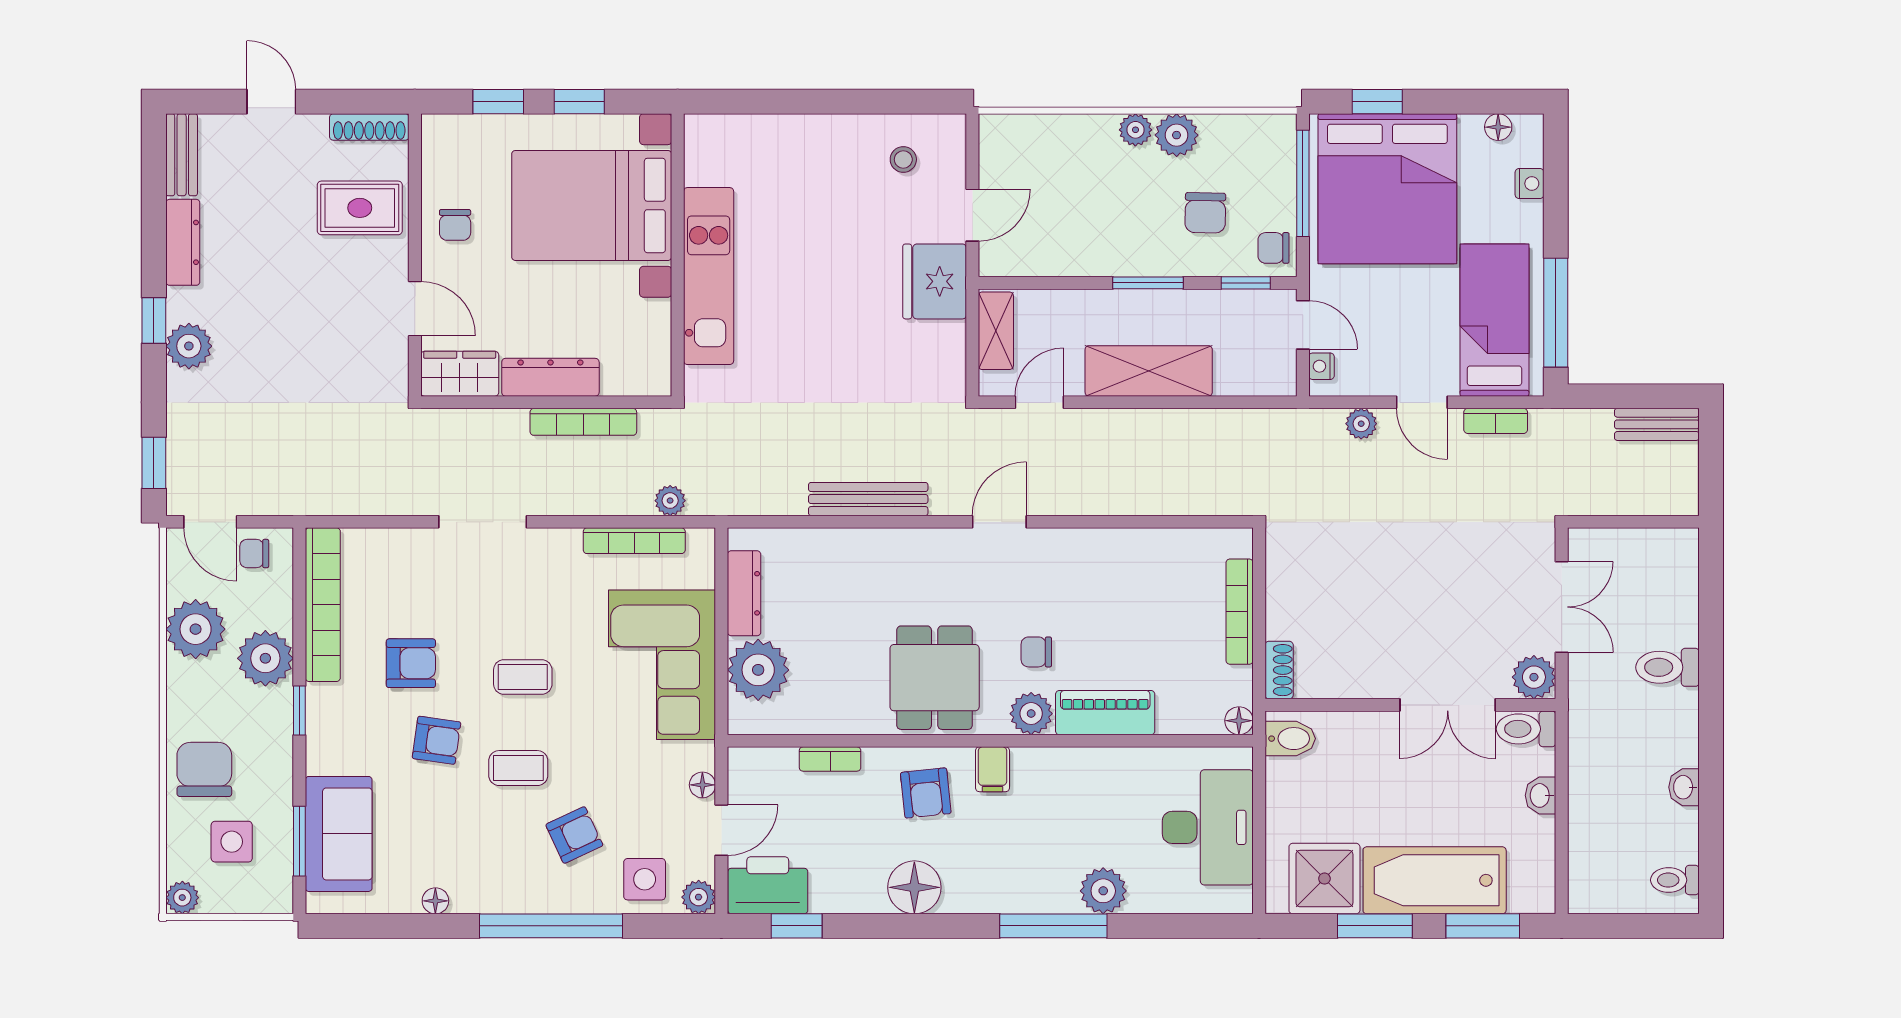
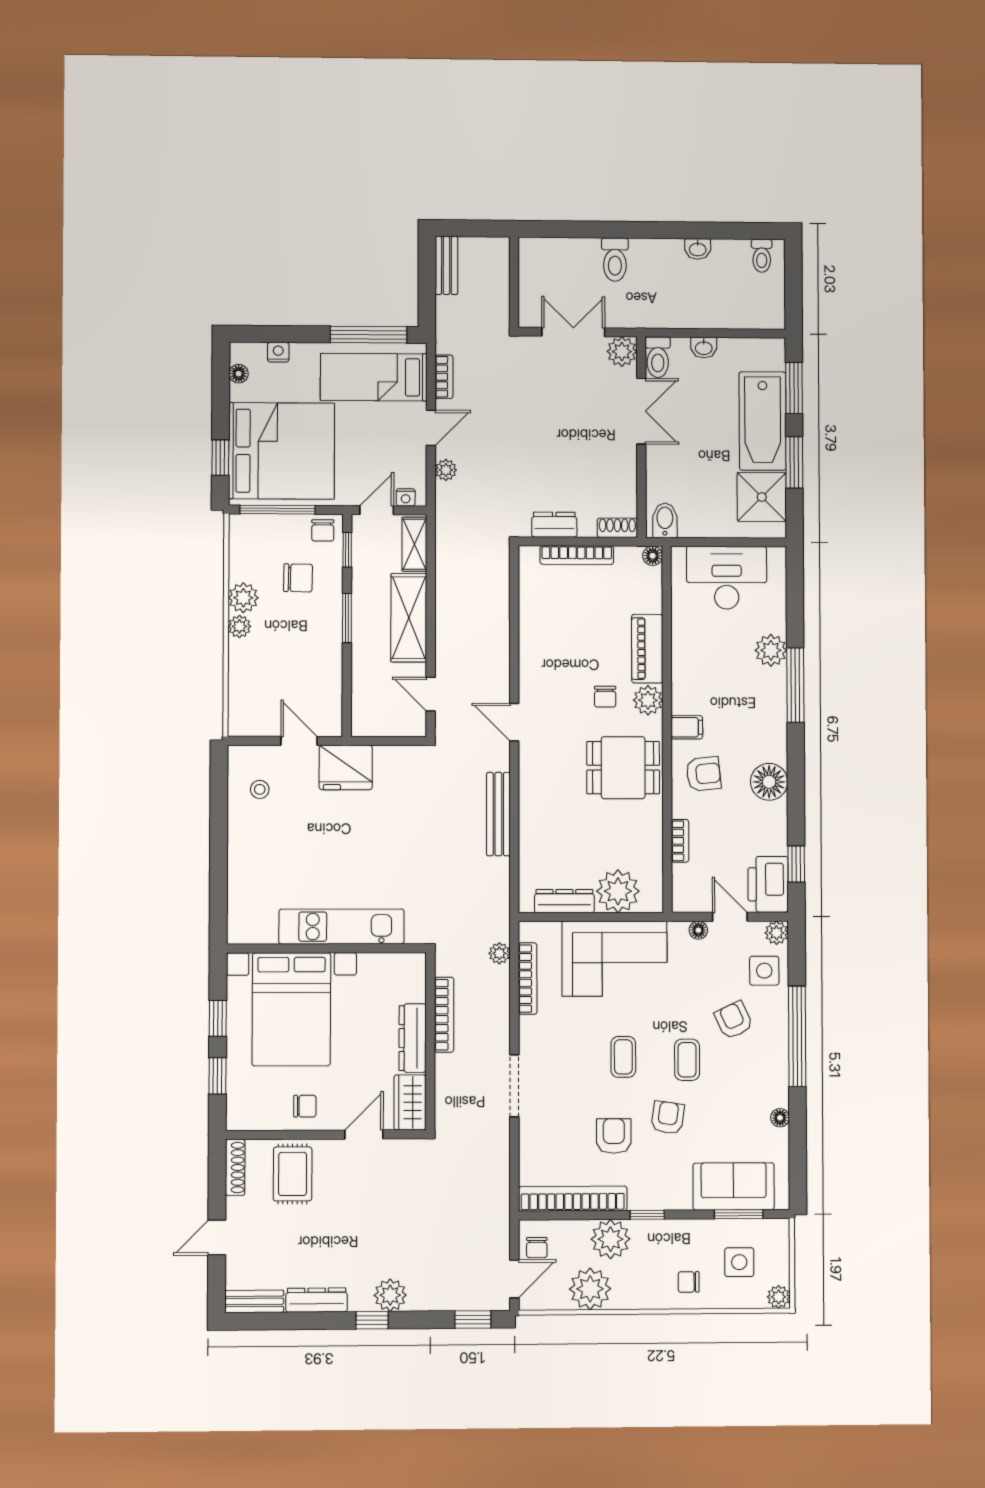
shelving: (996, 331) -> (414, 544), moved, turned 90
dresser: (1283, 579) -> (554, 525), added
chair: (204, 769) -> (689, 1282), width x0.54, depth x0.54

